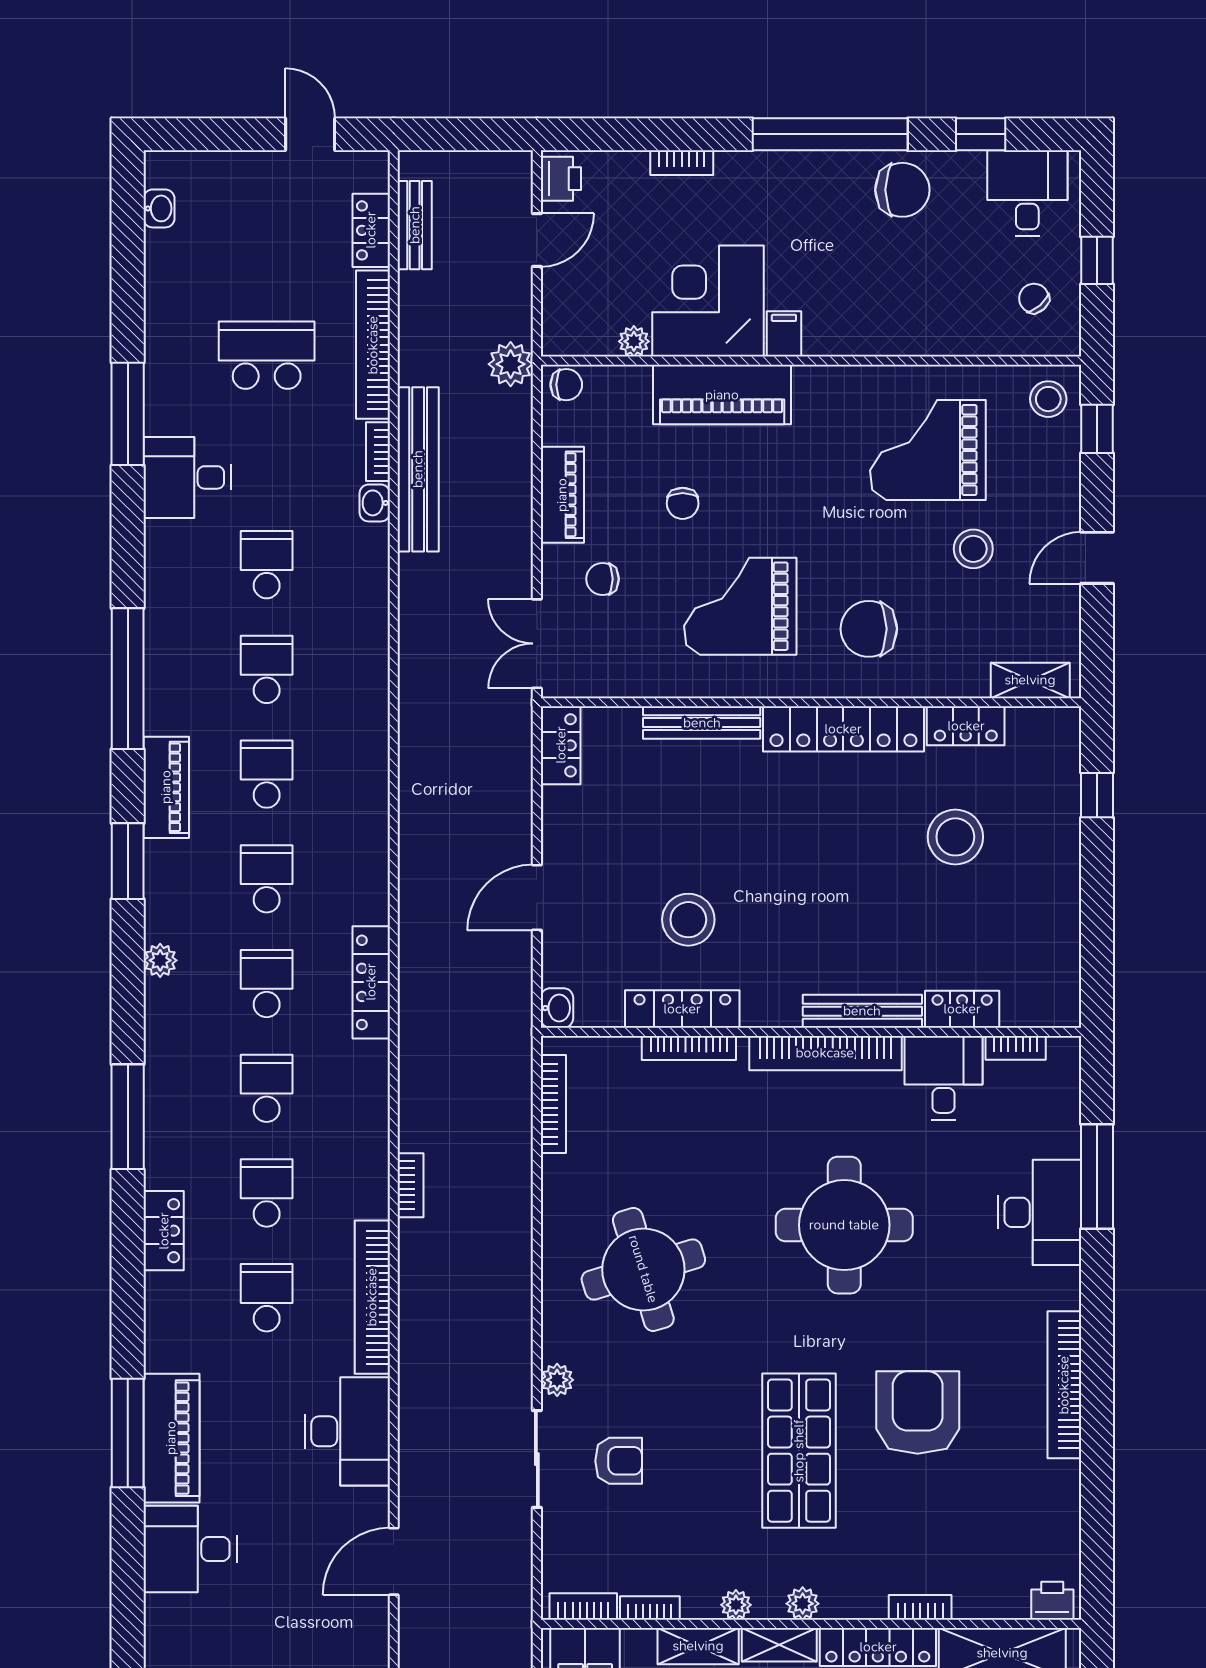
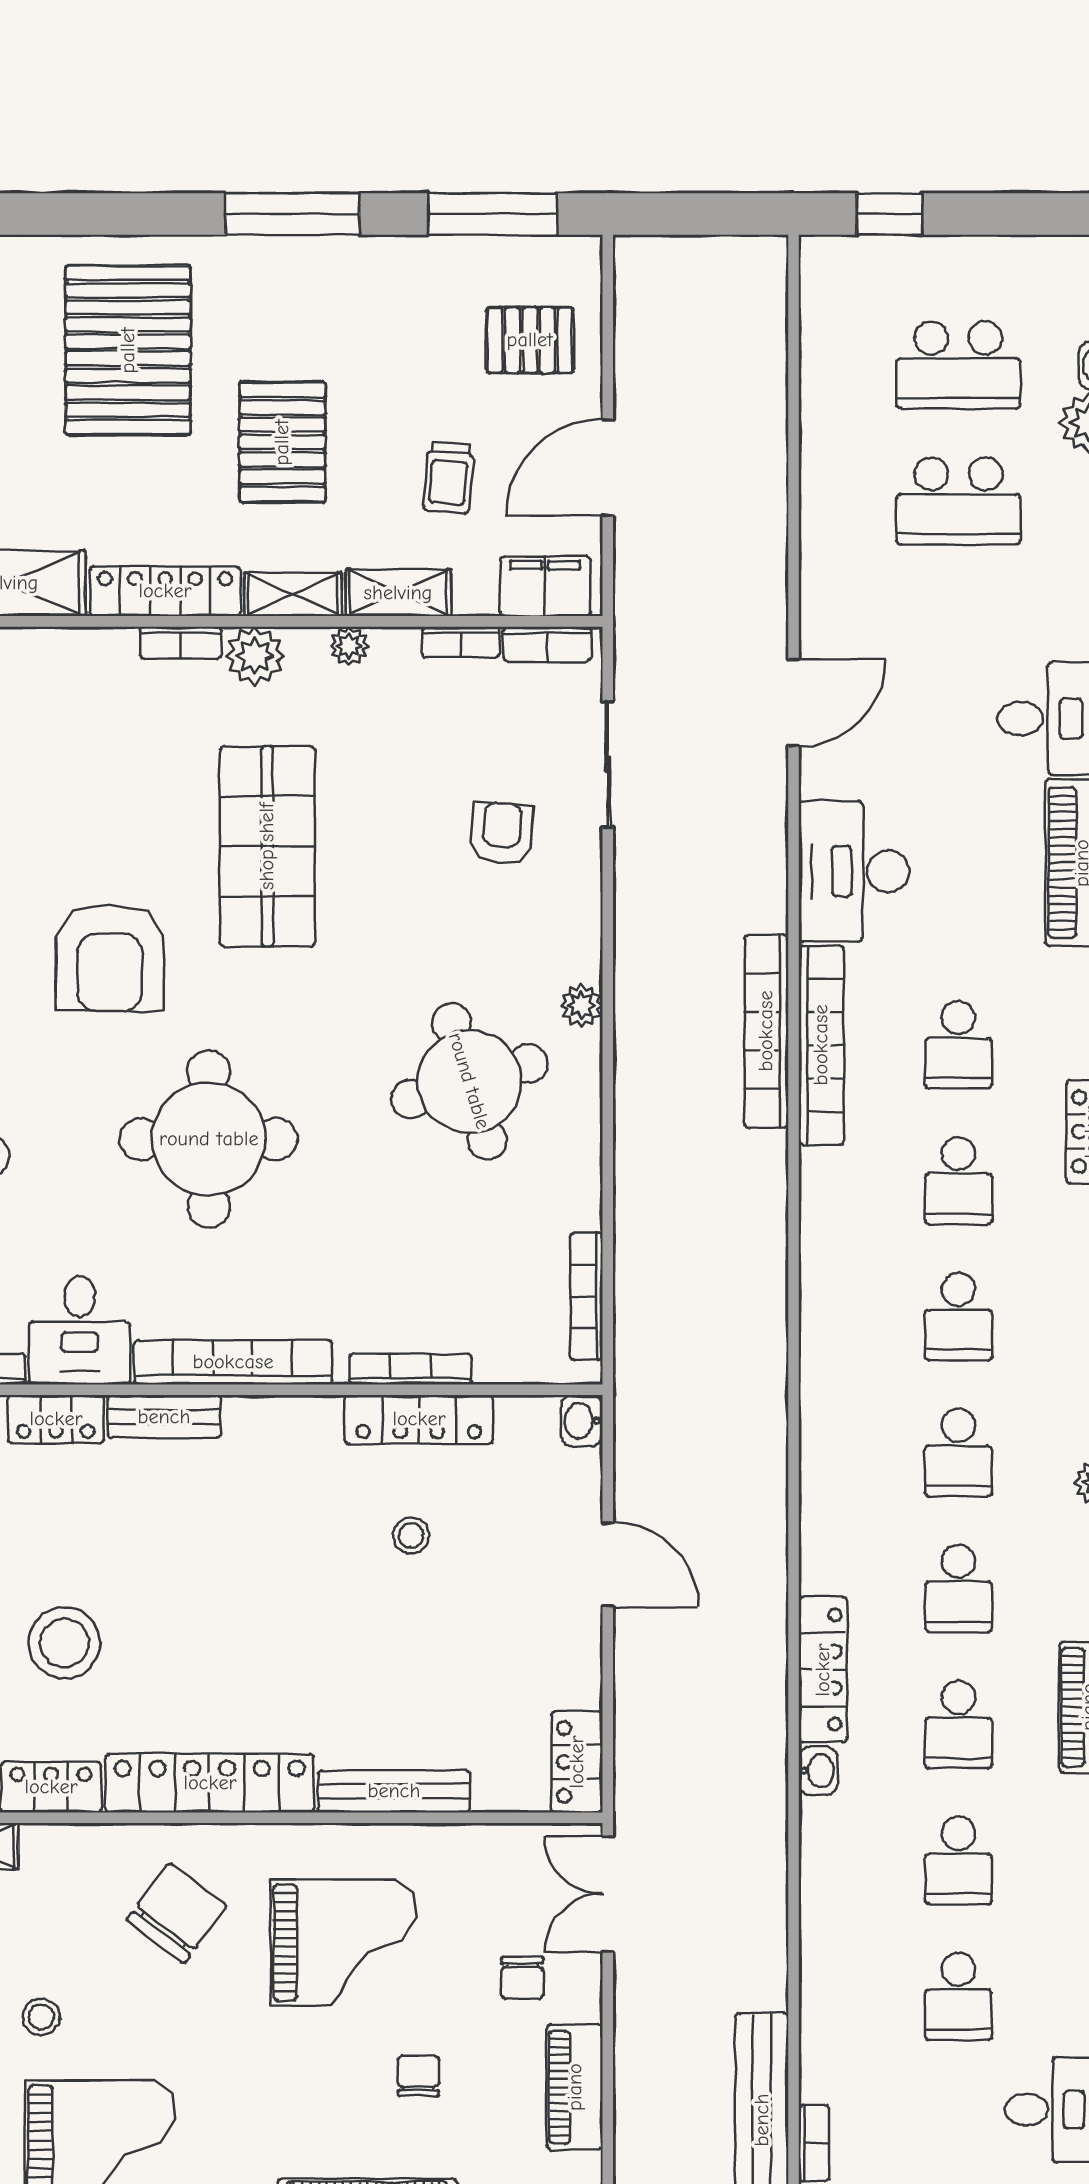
washbasin: (375, 503) -> (818, 1771), moved
stool: (973, 549) -> (41, 2017), width x0.73, depth x0.73
chair: (603, 579) -> (522, 1978), turned 90
chair: (869, 629) -> (177, 1913), turned -53
double door: (537, 644) -> (608, 1894), swing flipped
door: (537, 897) -> (608, 1564), hinge flipped
stool: (688, 920) -> (411, 1536), width x0.53, depth x0.53
locker: (371, 982) -> (823, 1670), moved
bench: (862, 1011) -> (164, 1417), width x0.73
bookcase: (411, 1185) -> (766, 1031), moved, width x2.31, depth x1.31
plant: (557, 1380) -> (581, 1005), moved
armchair: (918, 1413) -> (110, 957), moved
sliding door: (537, 1459) -> (608, 764), moved
armchair: (619, 1461) -> (501, 833), turned 95
plant: (803, 1604) -> (255, 656), width x1.38, depth x1.38
bookcase: (920, 1607) -> (181, 643), moved

